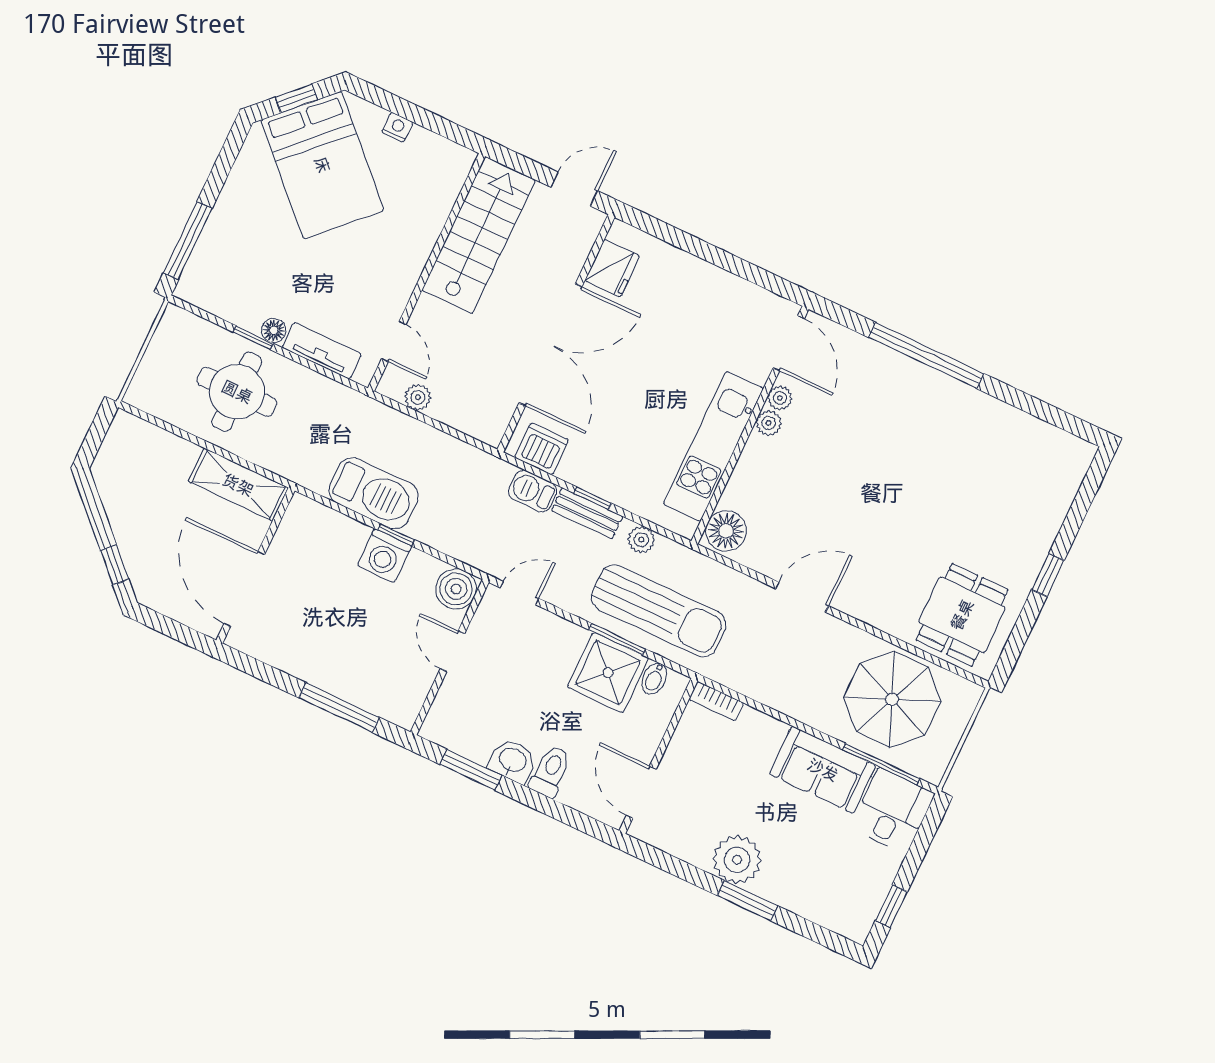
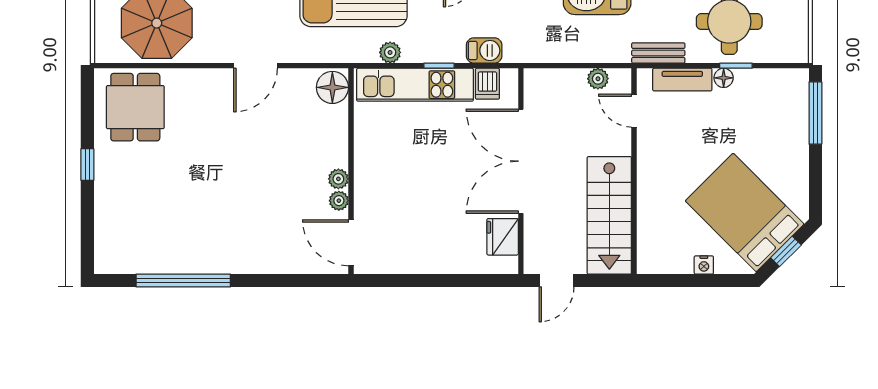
window: (926, 355) -> (183, 281), moved
kitchen unit: (713, 446) -> (415, 85), moved, turned 90
dishwasher: (542, 449) -> (487, 84), width x0.73
bench: (587, 513) -> (658, 53), moved

